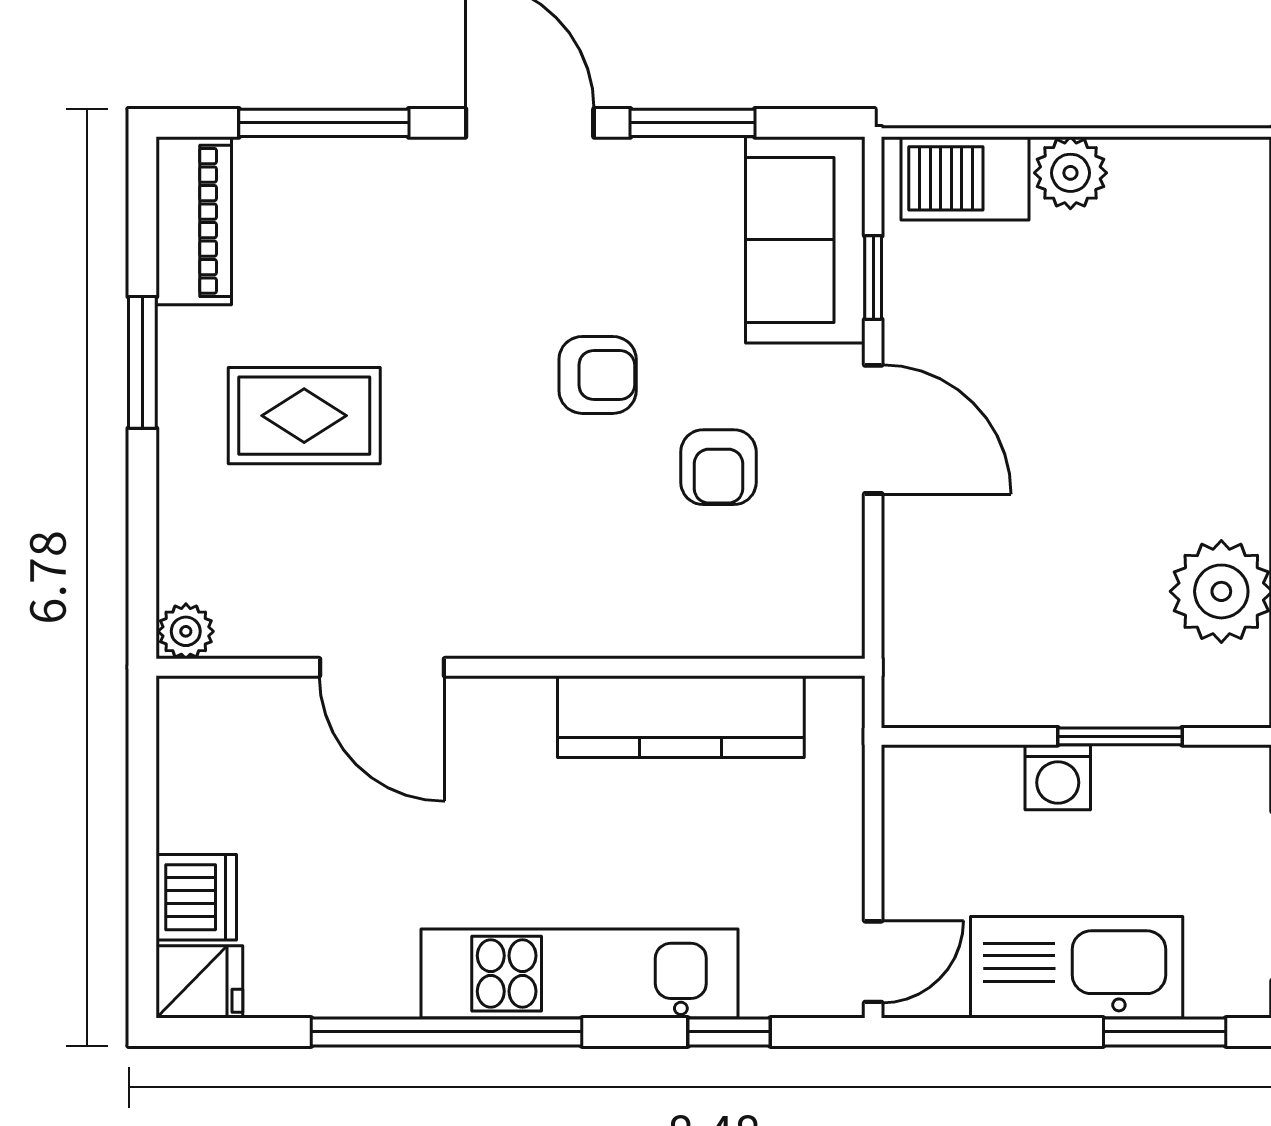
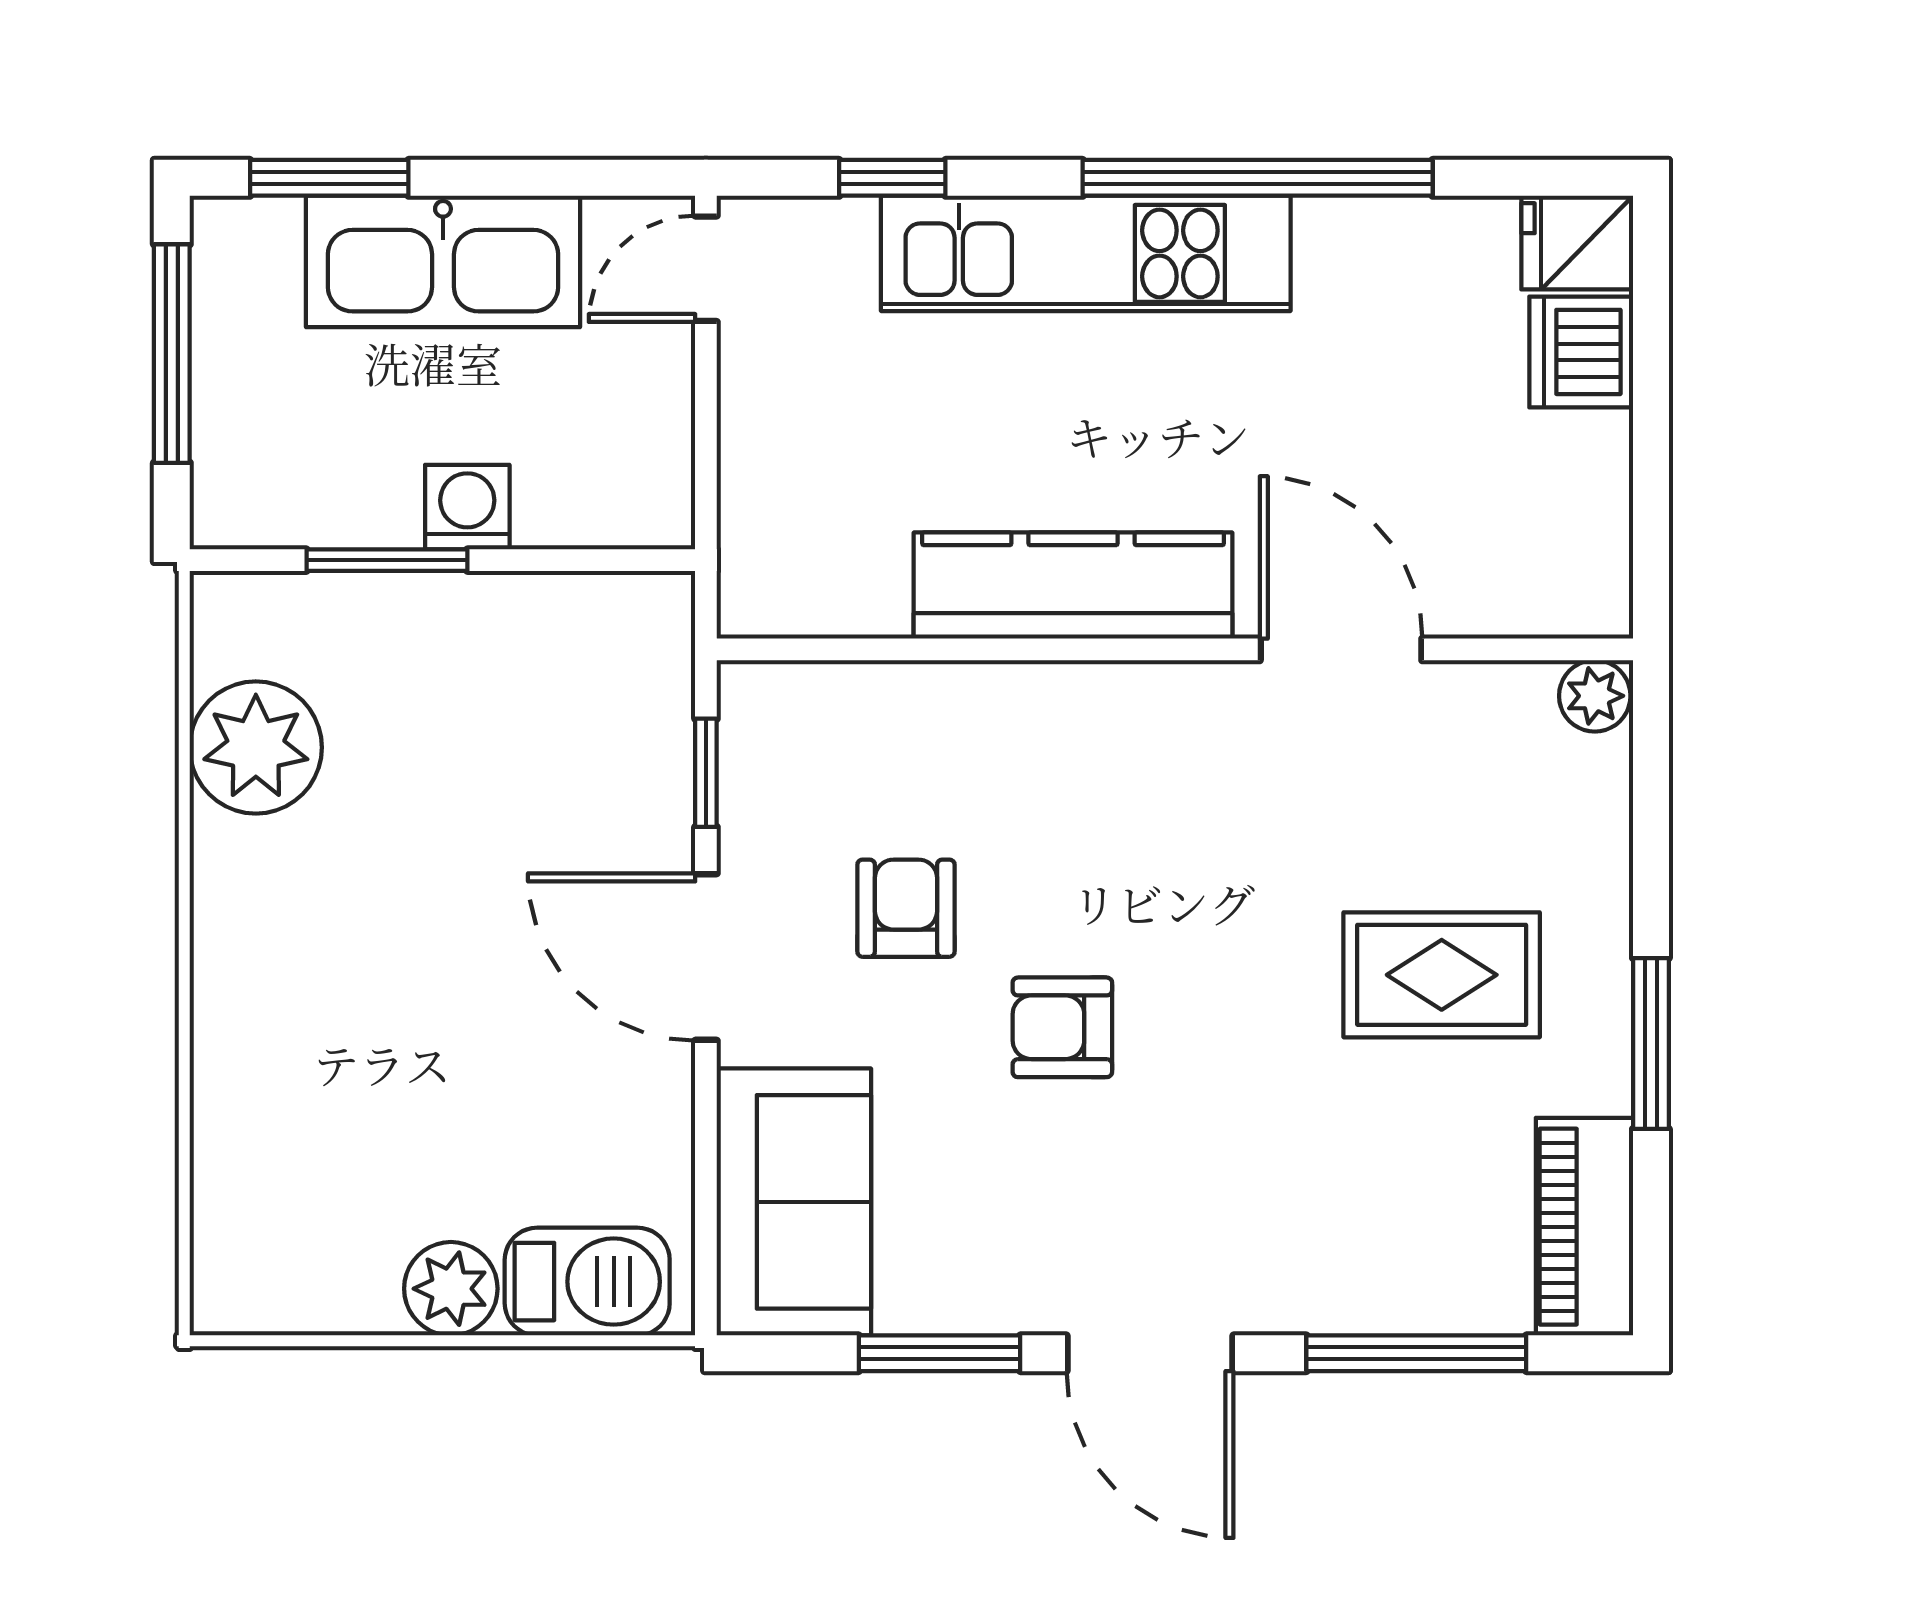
window: (873, 278) -> (706, 773), moved
kitchen counter: (681, 717) -> (1073, 586), moved

